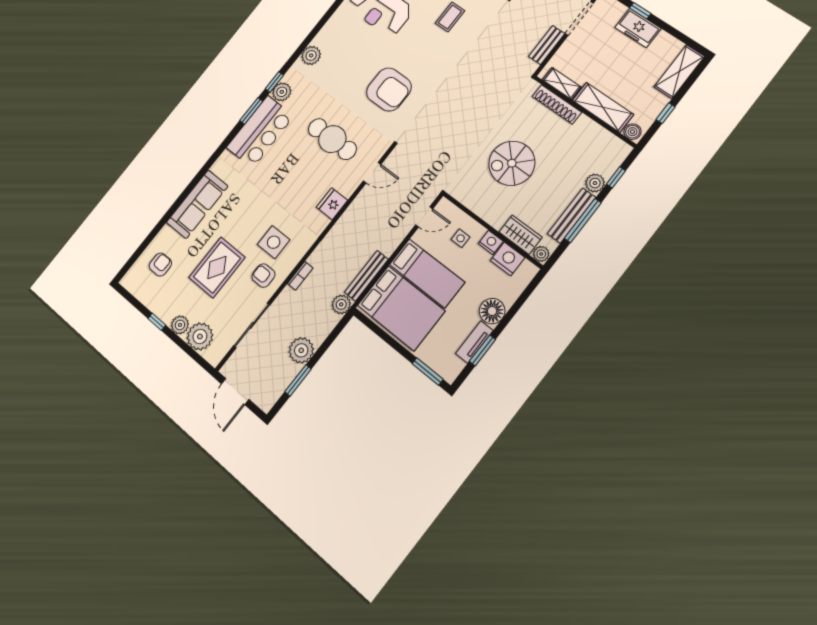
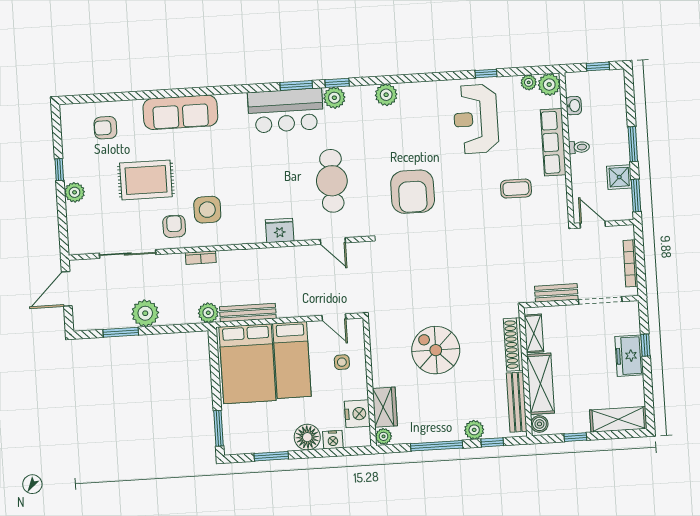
bench: (572, 216) -> (517, 402), moved, turned 90
nightstand: (491, 242) -> (333, 440), moved, turned 90
armchair: (160, 265) -> (105, 128), turned 180
plant: (200, 336) -> (81, 218), removed
tv unit: (474, 342) -> (272, 444), removed

